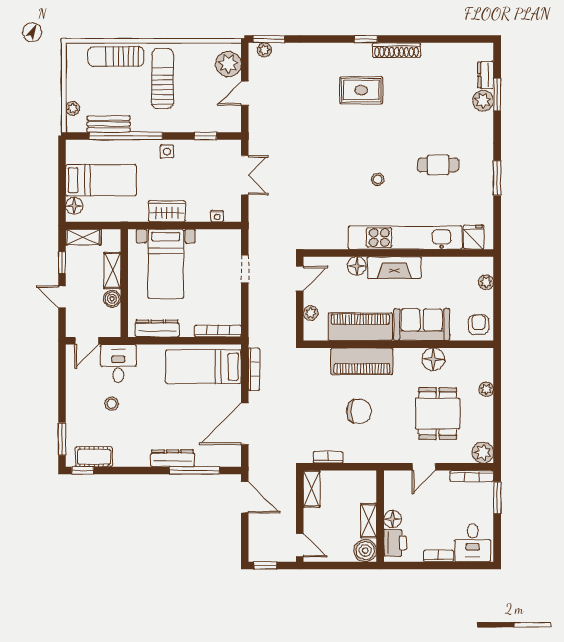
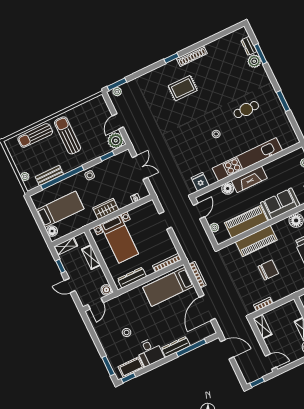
plant: (228, 64) -> (116, 141), moved
fridge: (474, 237) -> (200, 182), moved
boiler: (112, 299) -> (106, 290), moved
desk: (118, 363) -> (150, 352), moved, turned 180

